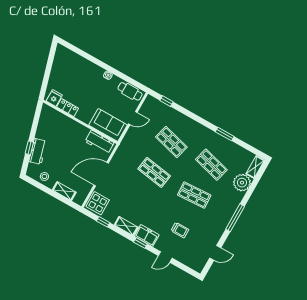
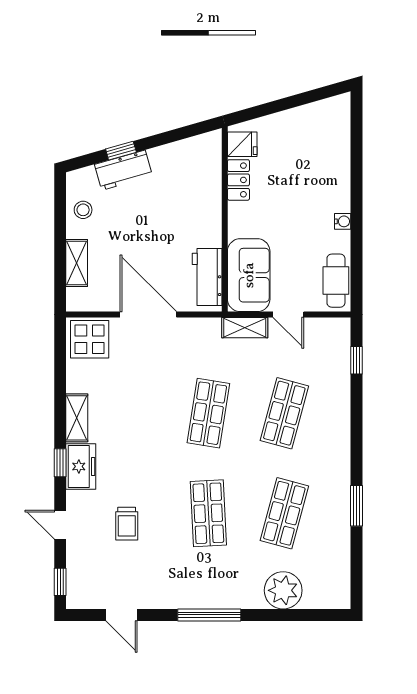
shelving: (255, 167) -> (245, 328), moved
window: (103, 222) -> (60, 582), moved

